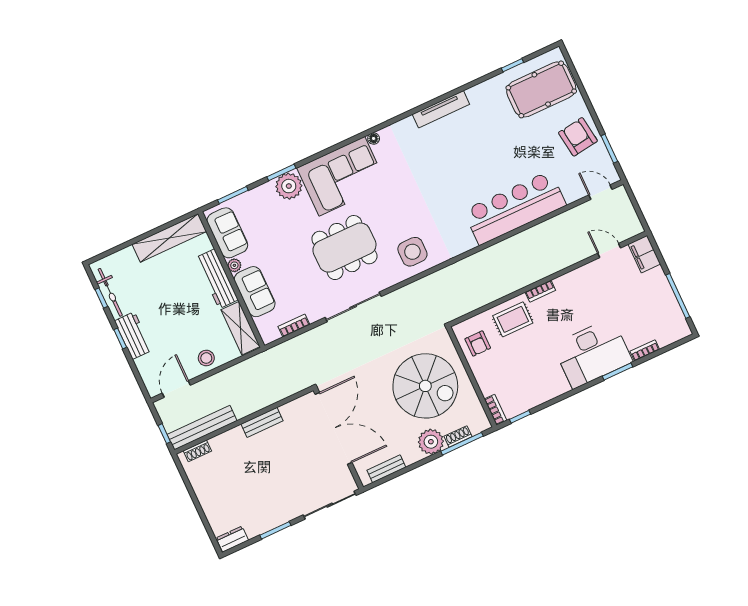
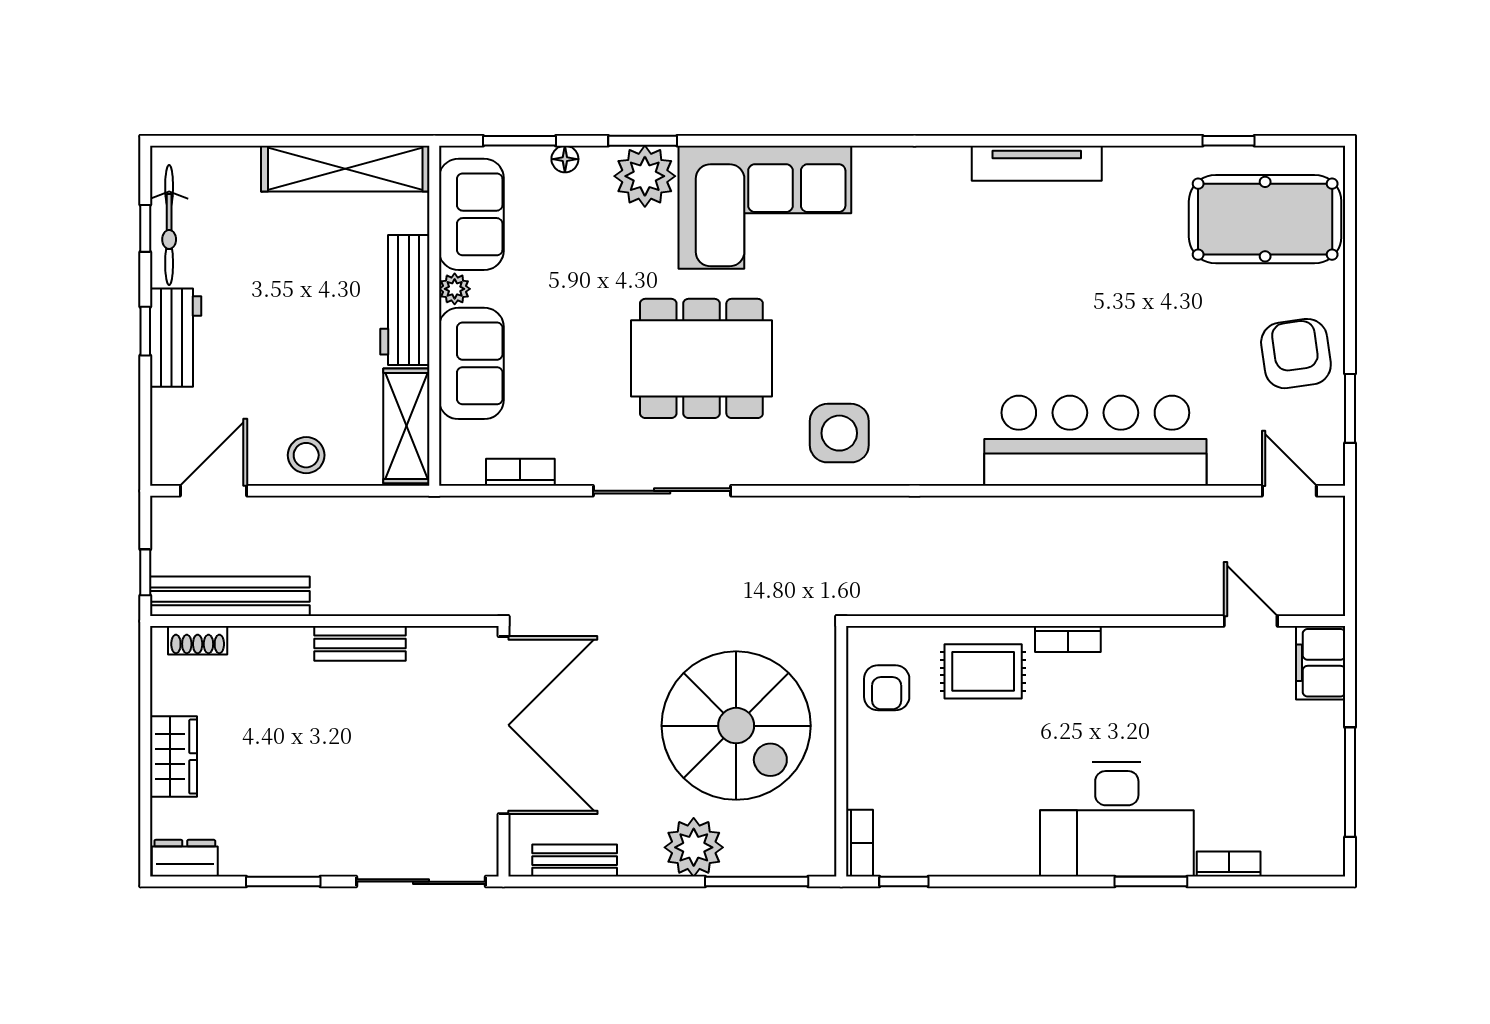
floor lamp: (374, 138) -> (565, 159), moved
shoe rack: (458, 436) -> (755, 863), removed
wardrobe: (209, 501) -> (173, 757), added

